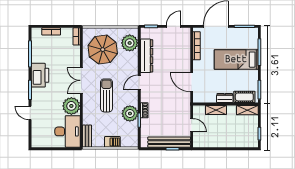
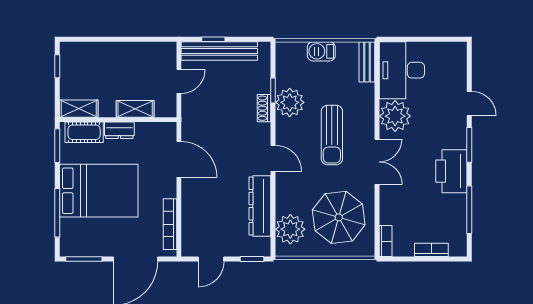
bed: (236, 60) -> (99, 191), width x1.50
door: (139, 82) -> (273, 158), hinge flipped
door: (192, 125) -> (179, 81), swing flipped

